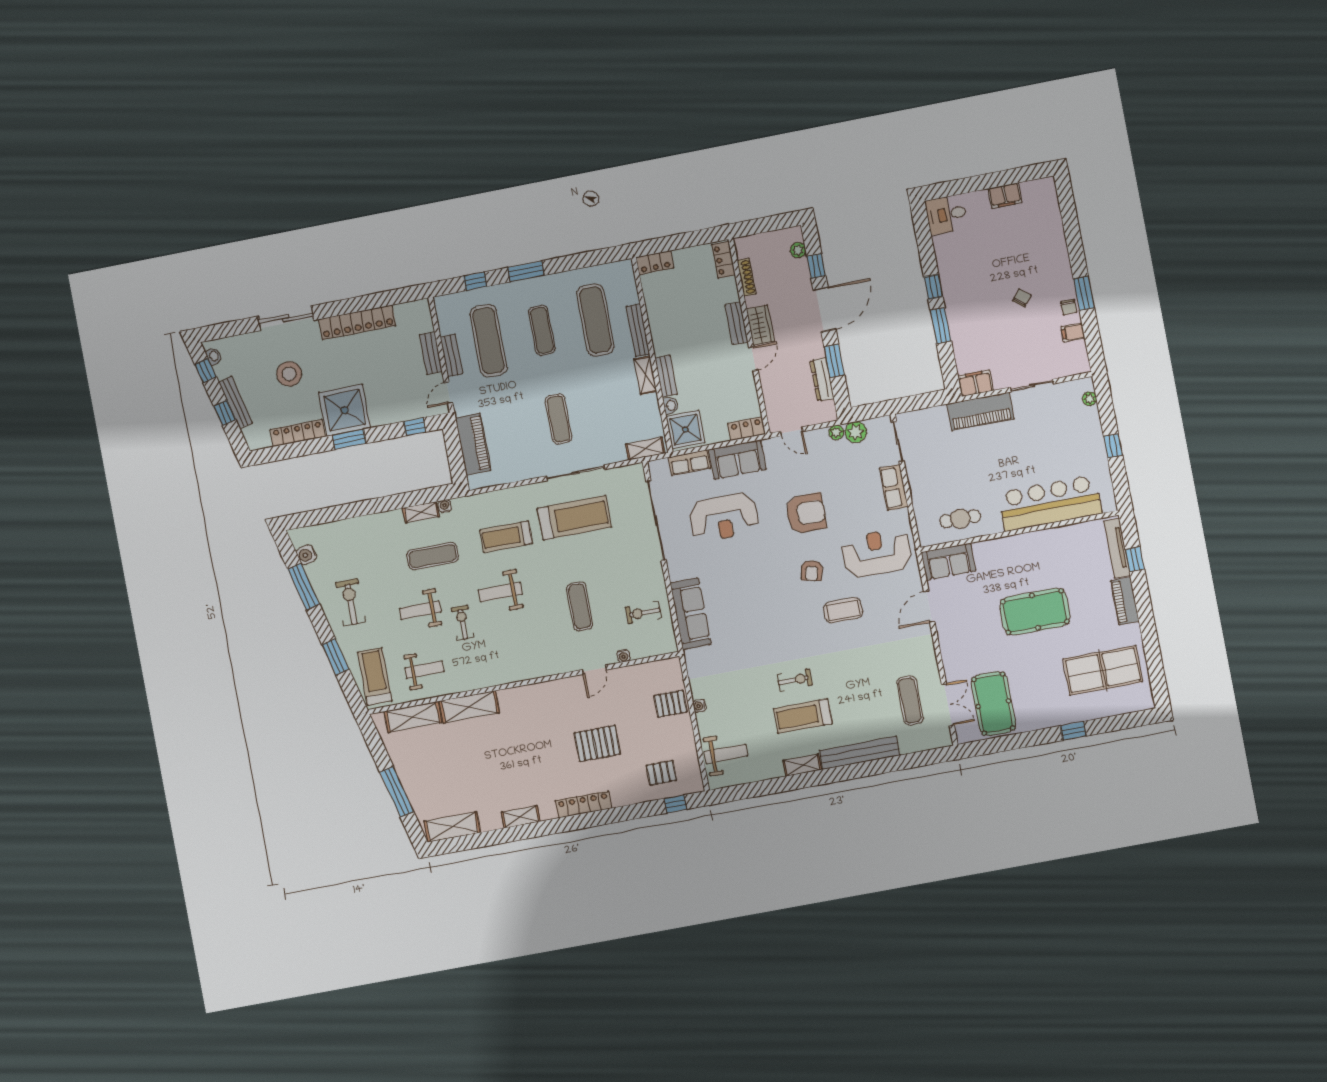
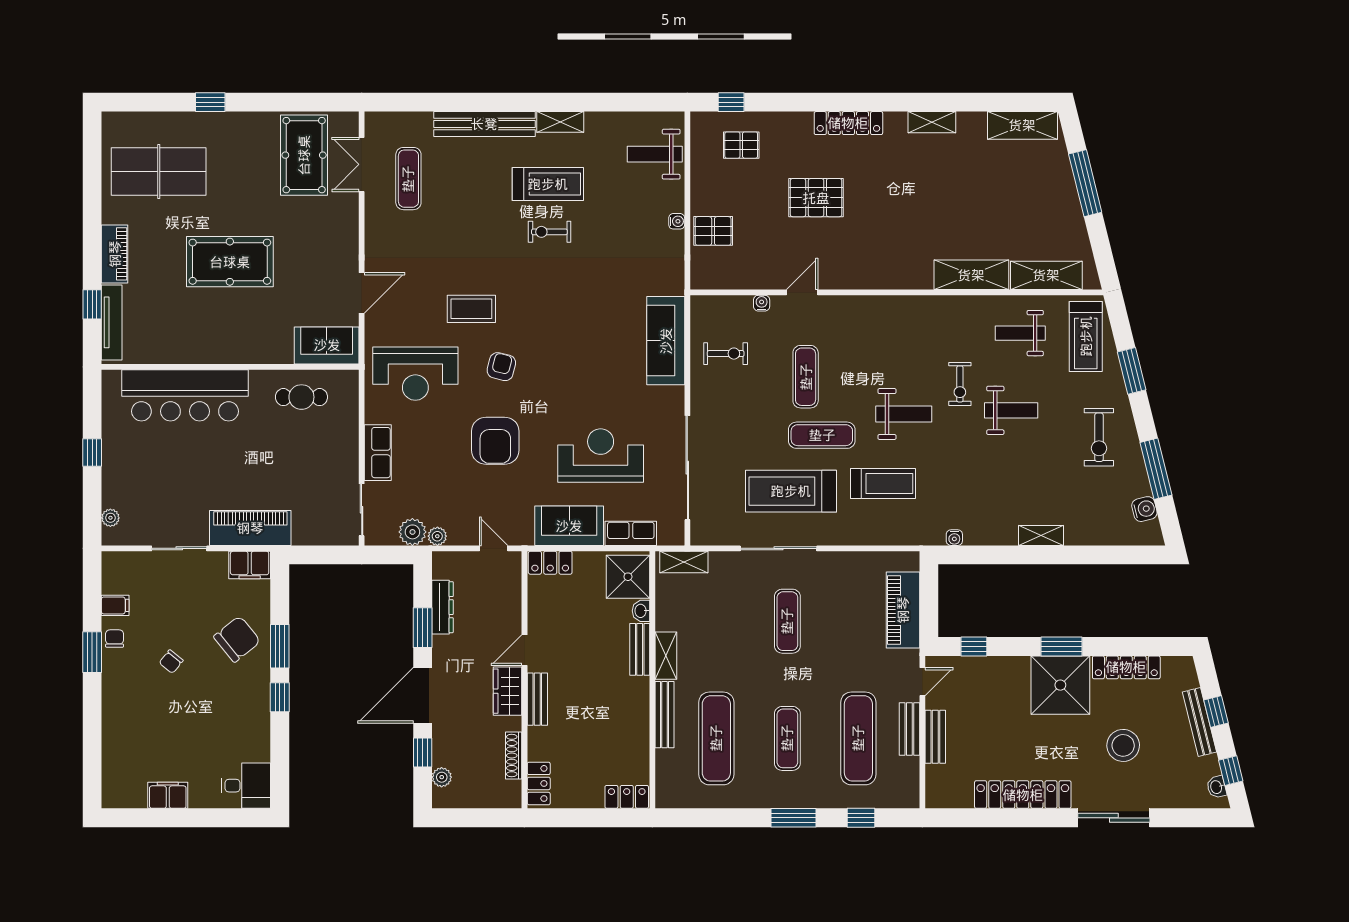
chair: (974, 325) -> (237, 639), added
shelving: (421, 512) -> (1041, 535), moved
armchair: (806, 513) -> (495, 441), turned -90
exercise mat: (433, 556) -> (822, 435), moved

